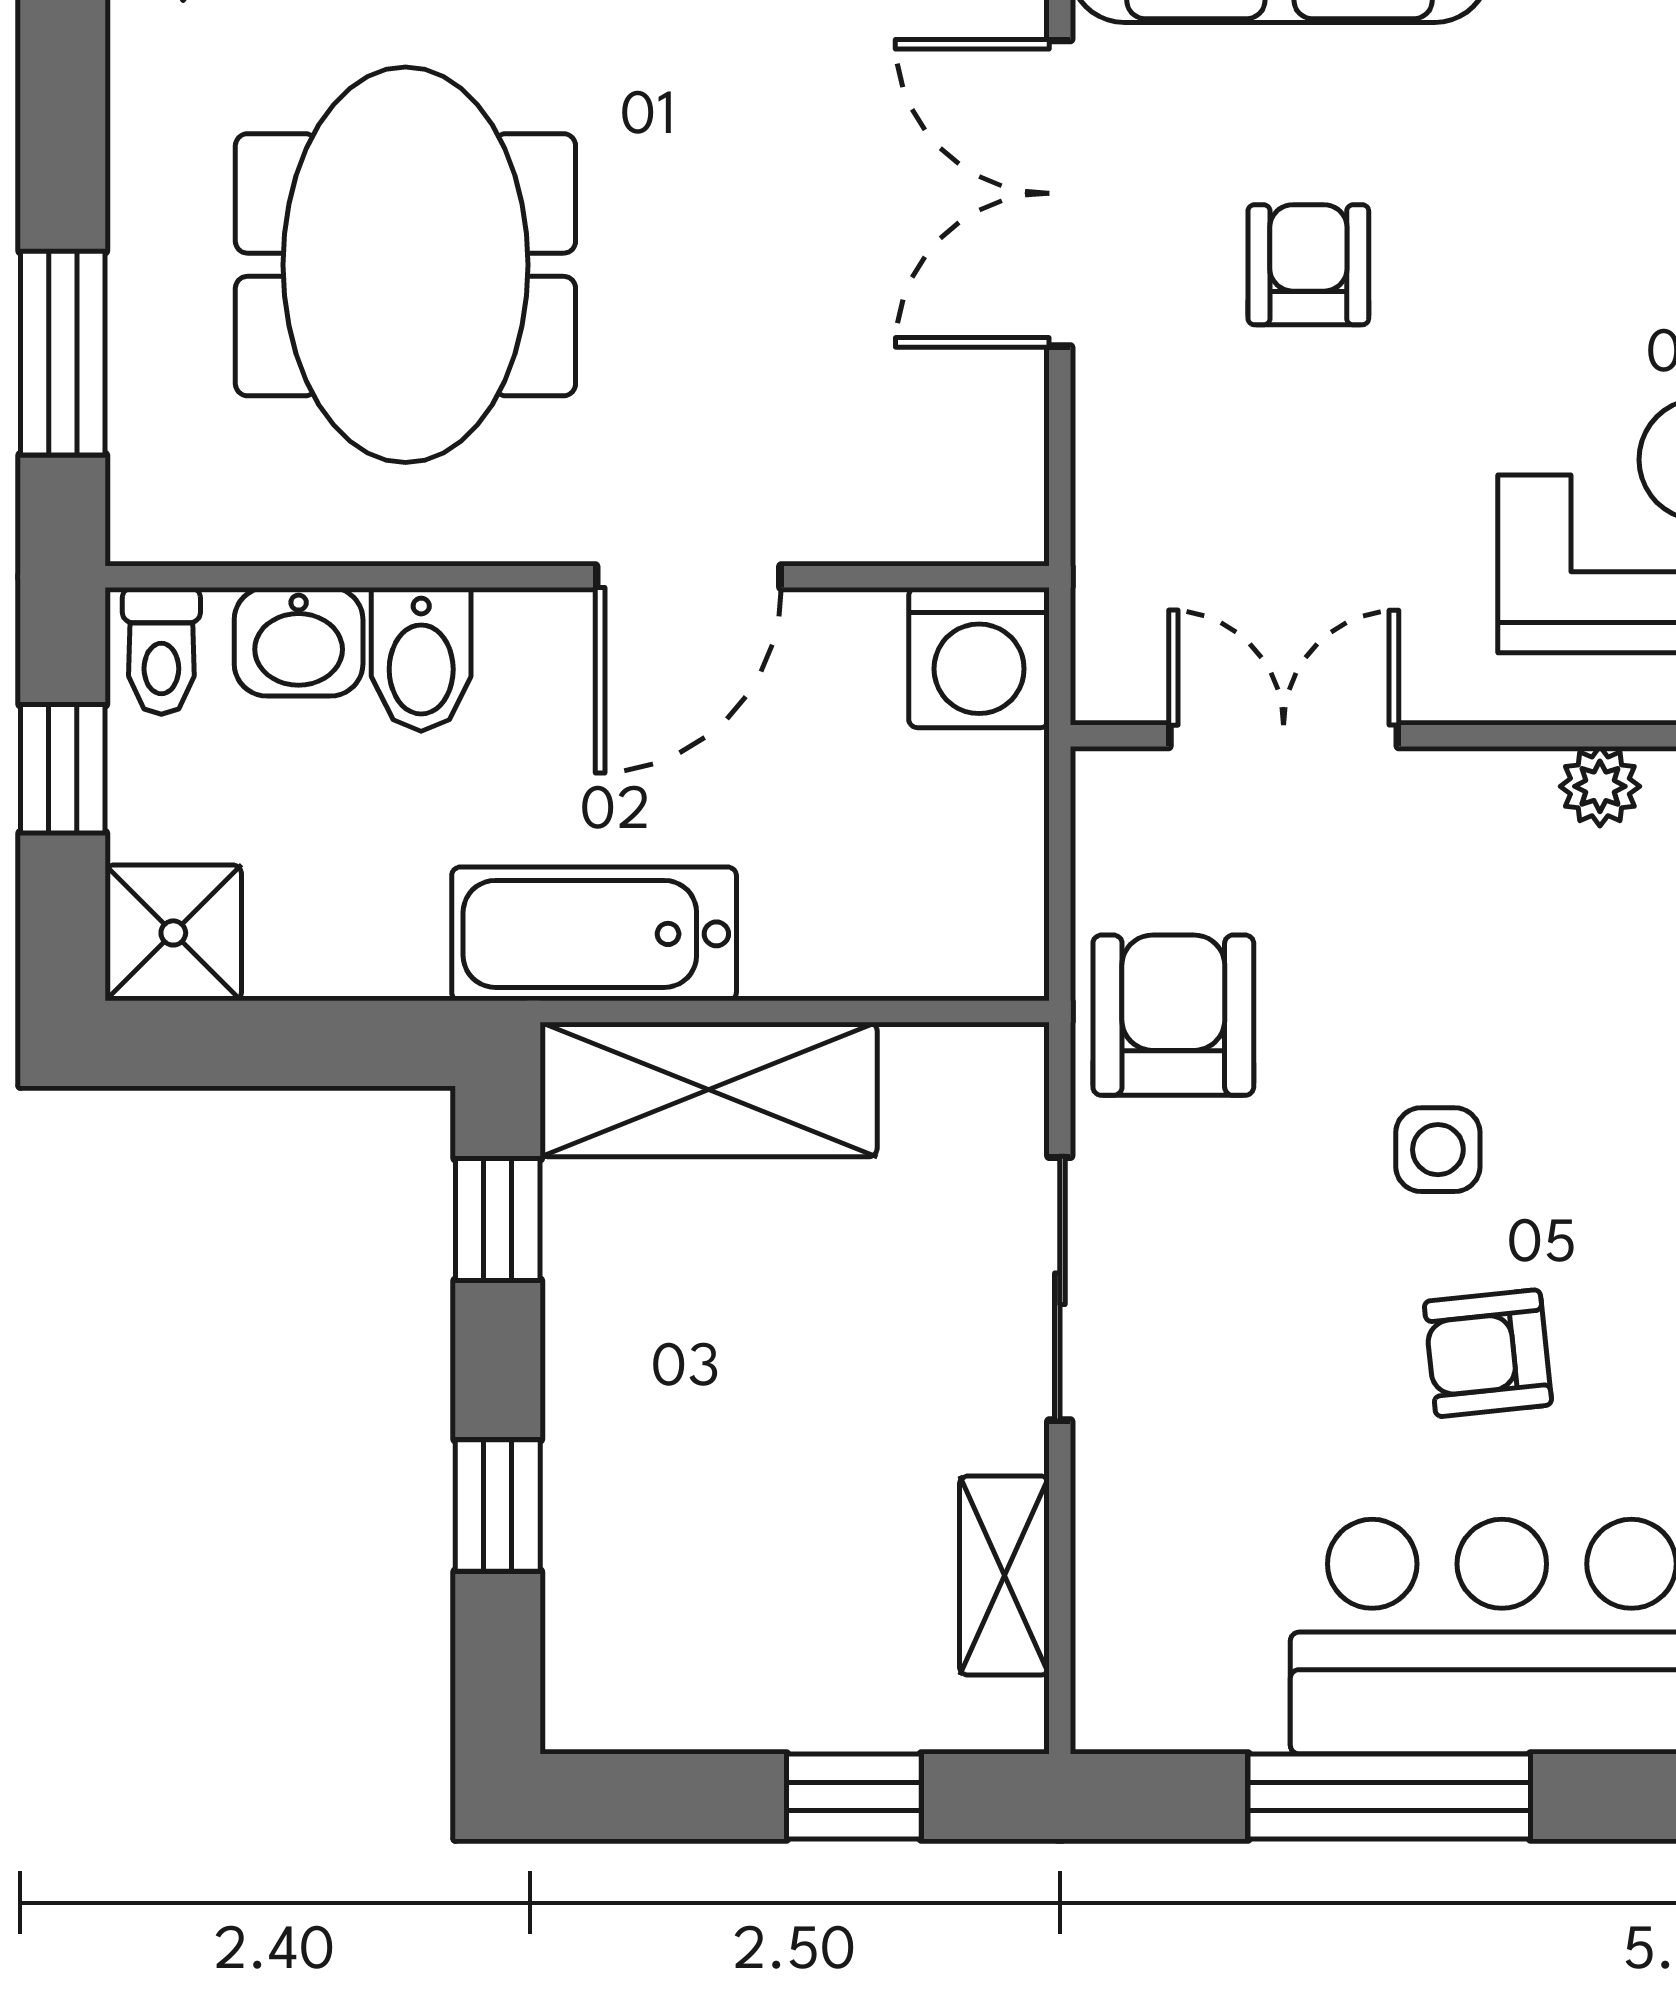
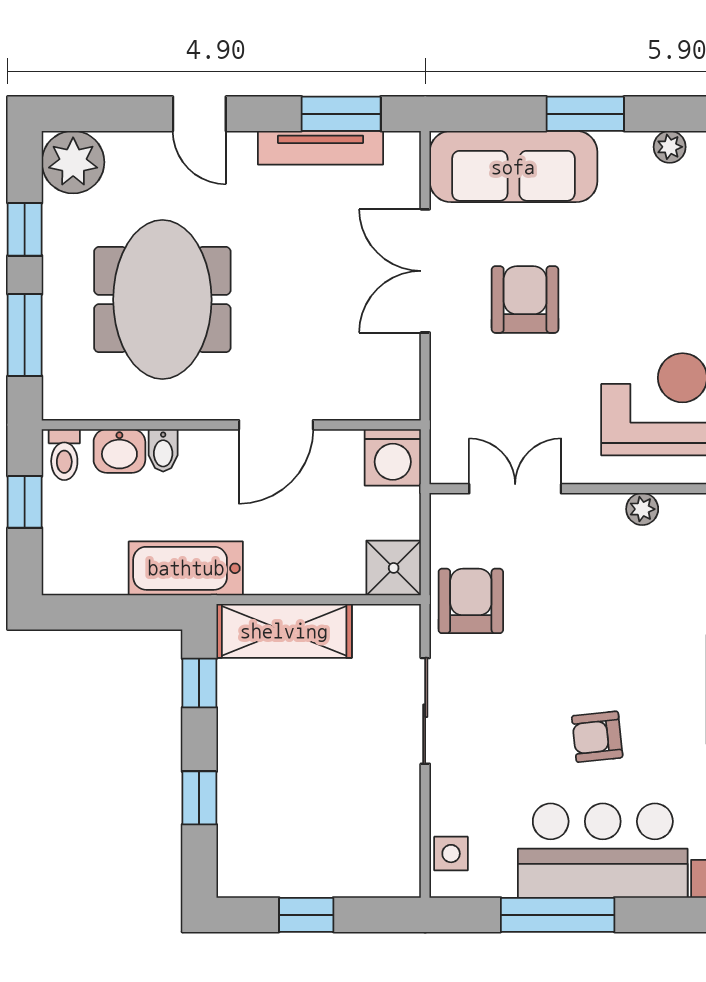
window: (63, 90) -> (25, 229), added
armchair: (1308, 265) -> (525, 300), width x1.38, depth x1.38
bidet: (421, 659) -> (163, 450), width x0.72, depth x0.74
shower: (173, 933) -> (394, 568), moved
bathtub: (594, 934) -> (186, 568), moved
side table: (1438, 1150) -> (451, 854), moved
shelving: (1004, 1576) -> (403, 826), removed
window: (854, 1796) -> (306, 915), moved

